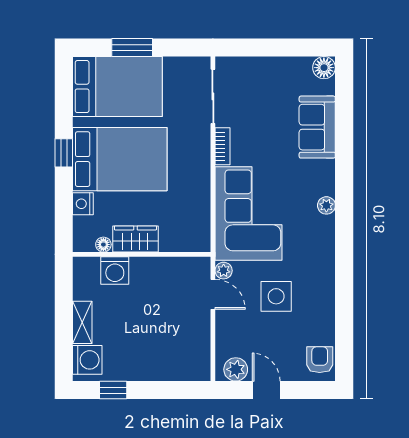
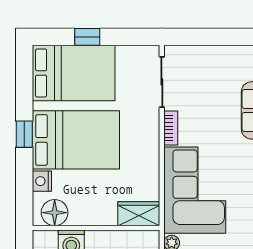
window: (132, 47) -> (87, 37), width x0.67
wardrobe: (135, 239) -> (139, 214), moved
floor lamp: (103, 245) -> (55, 213), width x1.89, depth x1.89

